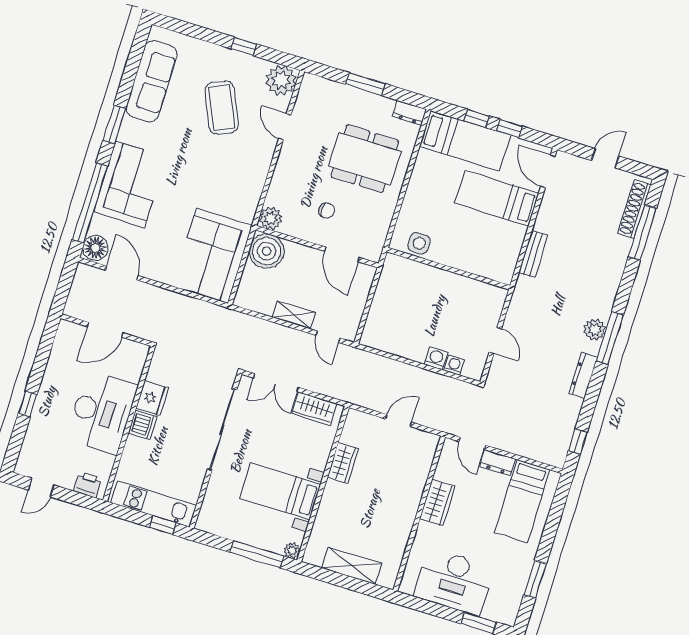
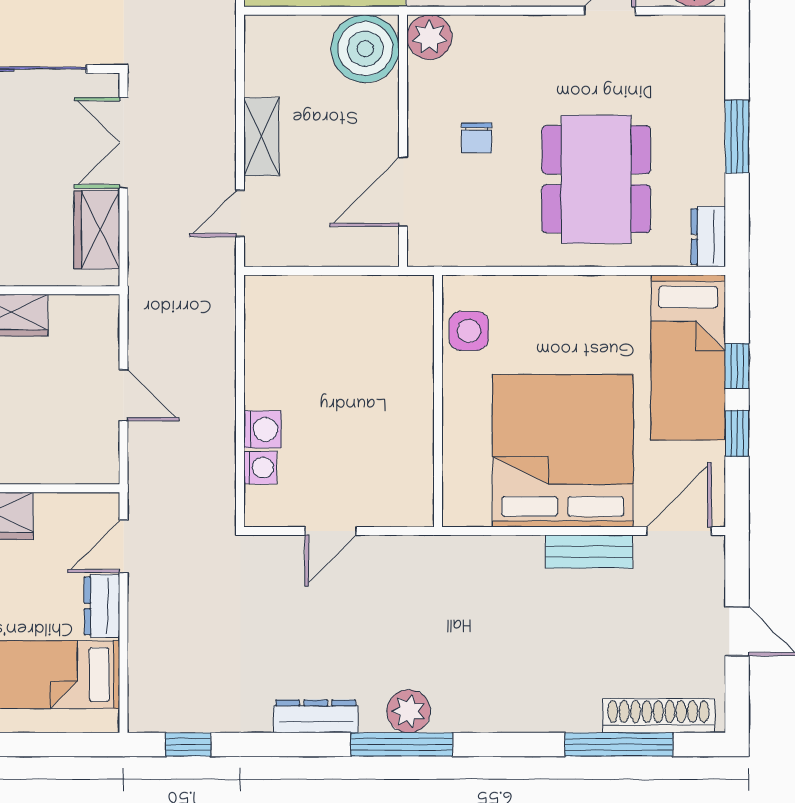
bed: (497, 198) -> (563, 451), width x2.04
bench: (533, 254) -> (589, 551), moved

